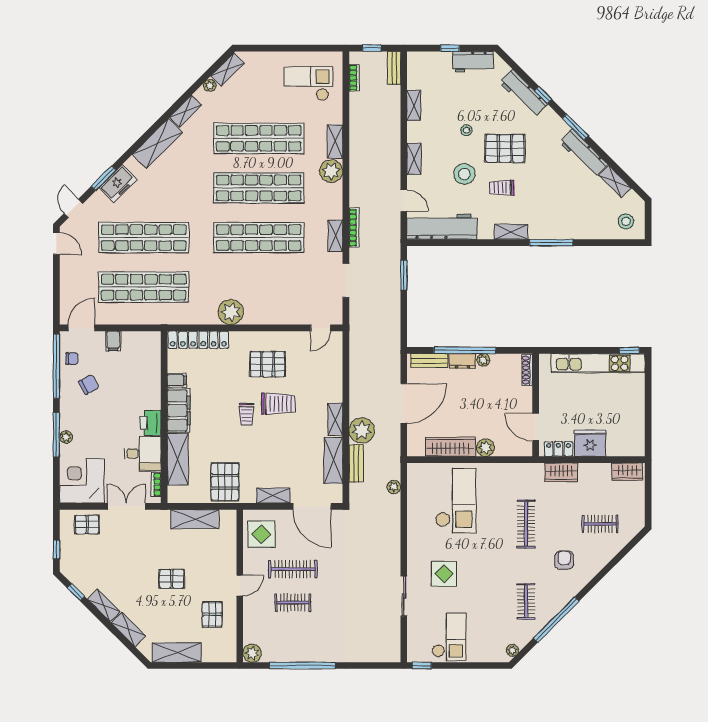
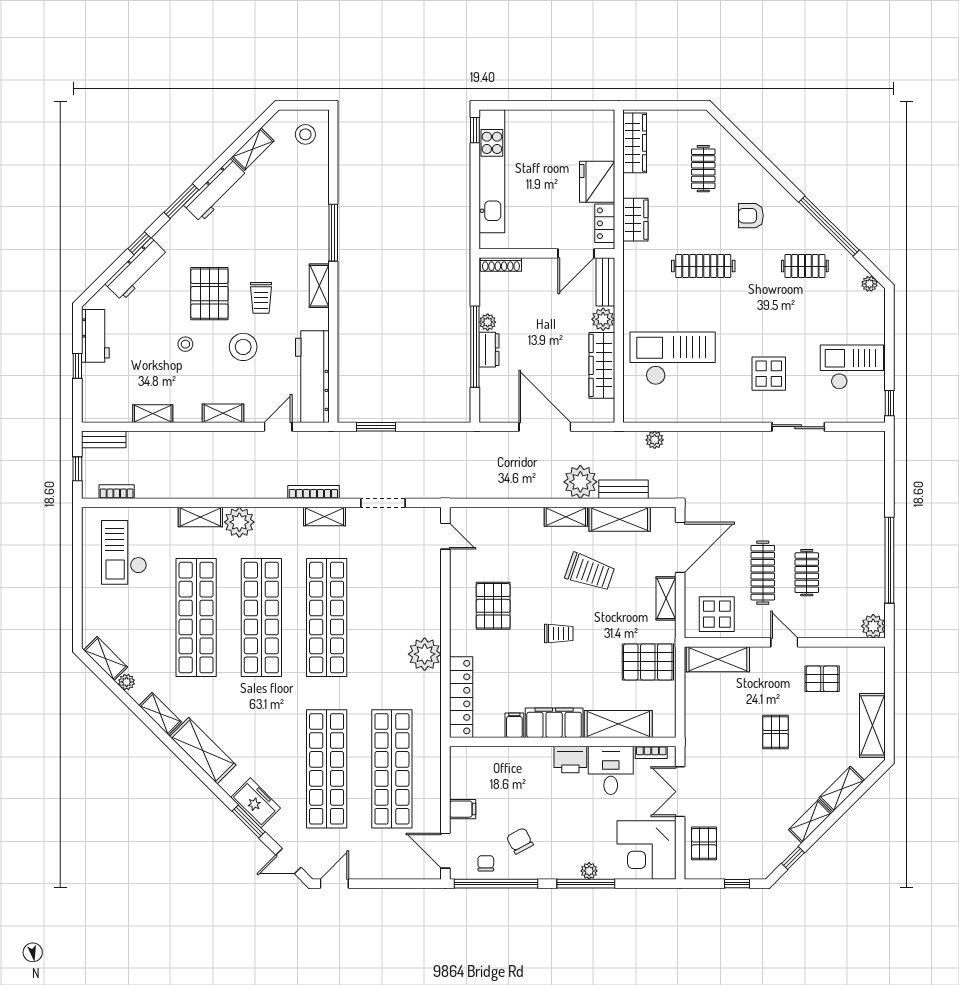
bench: (429, 361) -> (605, 282), moved
trolley: (278, 404) -> (590, 572), moved, turned 109
wardrobe: (627, 472) -> (635, 143), width x1.50
shelving: (195, 519) -> (718, 659), moved, turned 90

